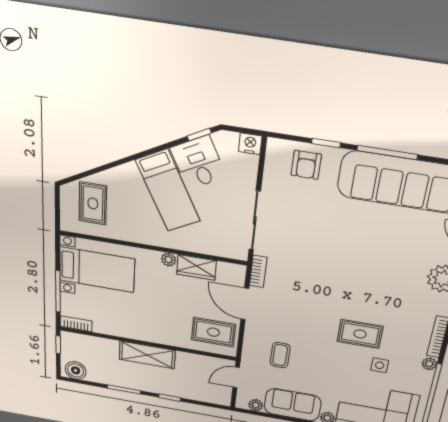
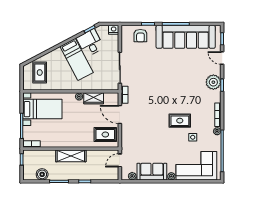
coffee table: (280, 355) -> (141, 142), removed
boiler: (76, 370) -> (42, 174), moved

